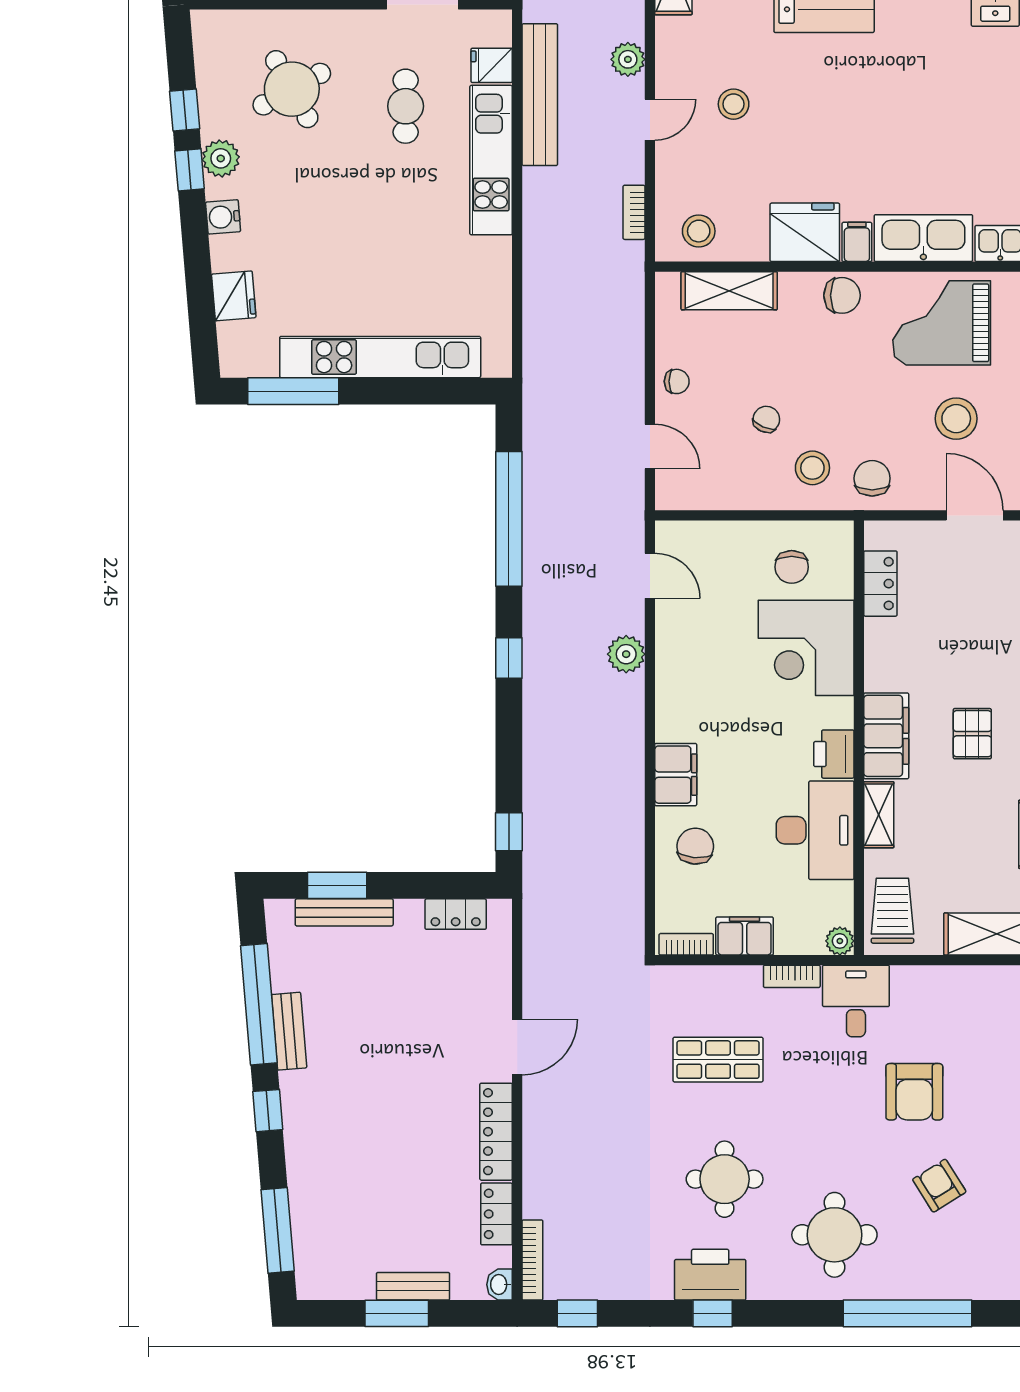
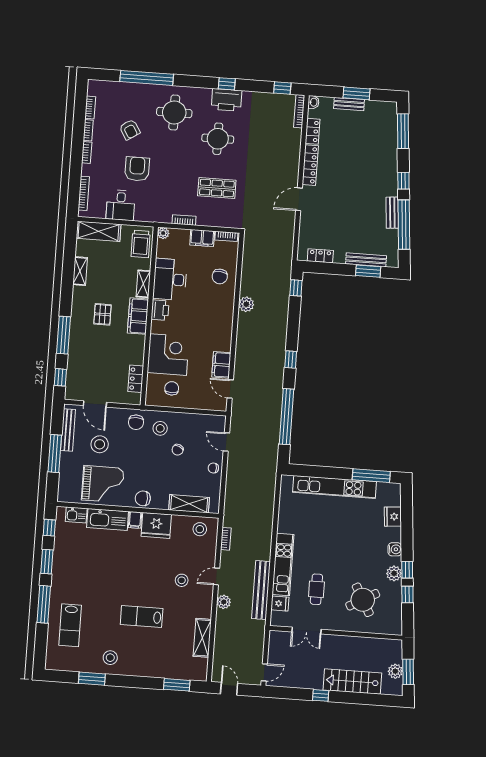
plant: (626, 654) -> (246, 304), moved
filing cabinet: (676, 775) -> (221, 365), moved
desk: (856, 1001) -> (121, 205), moved

